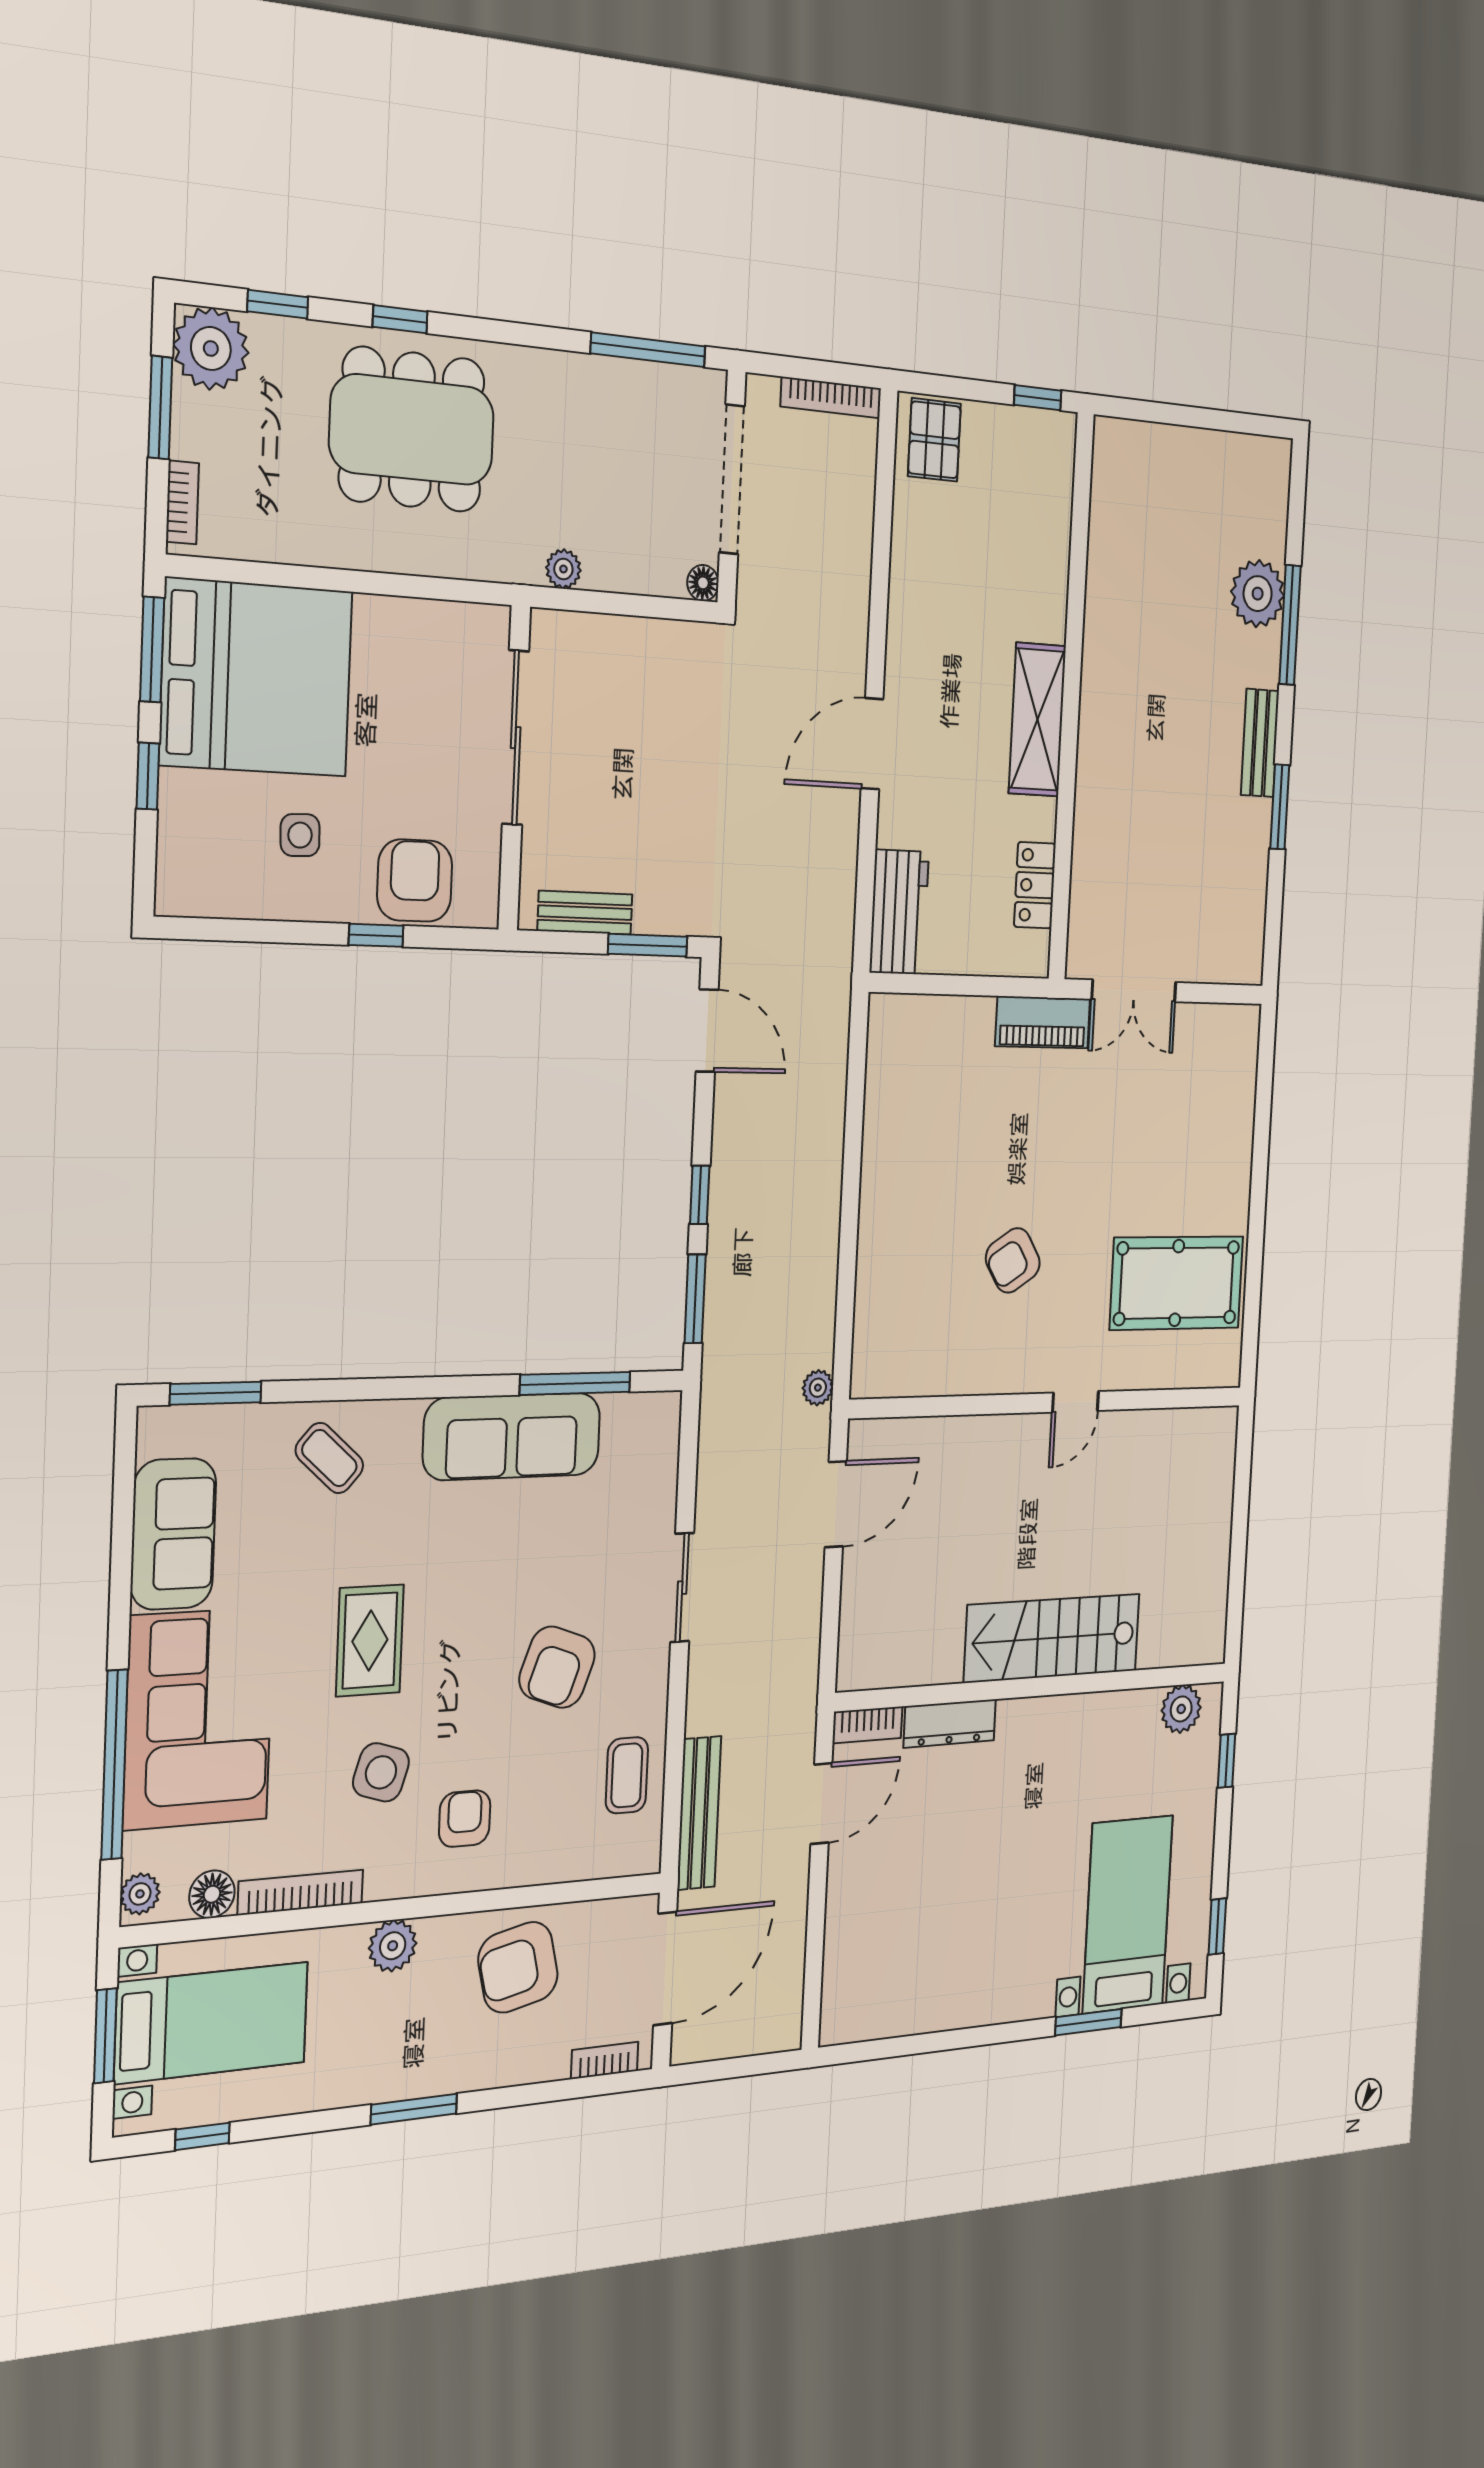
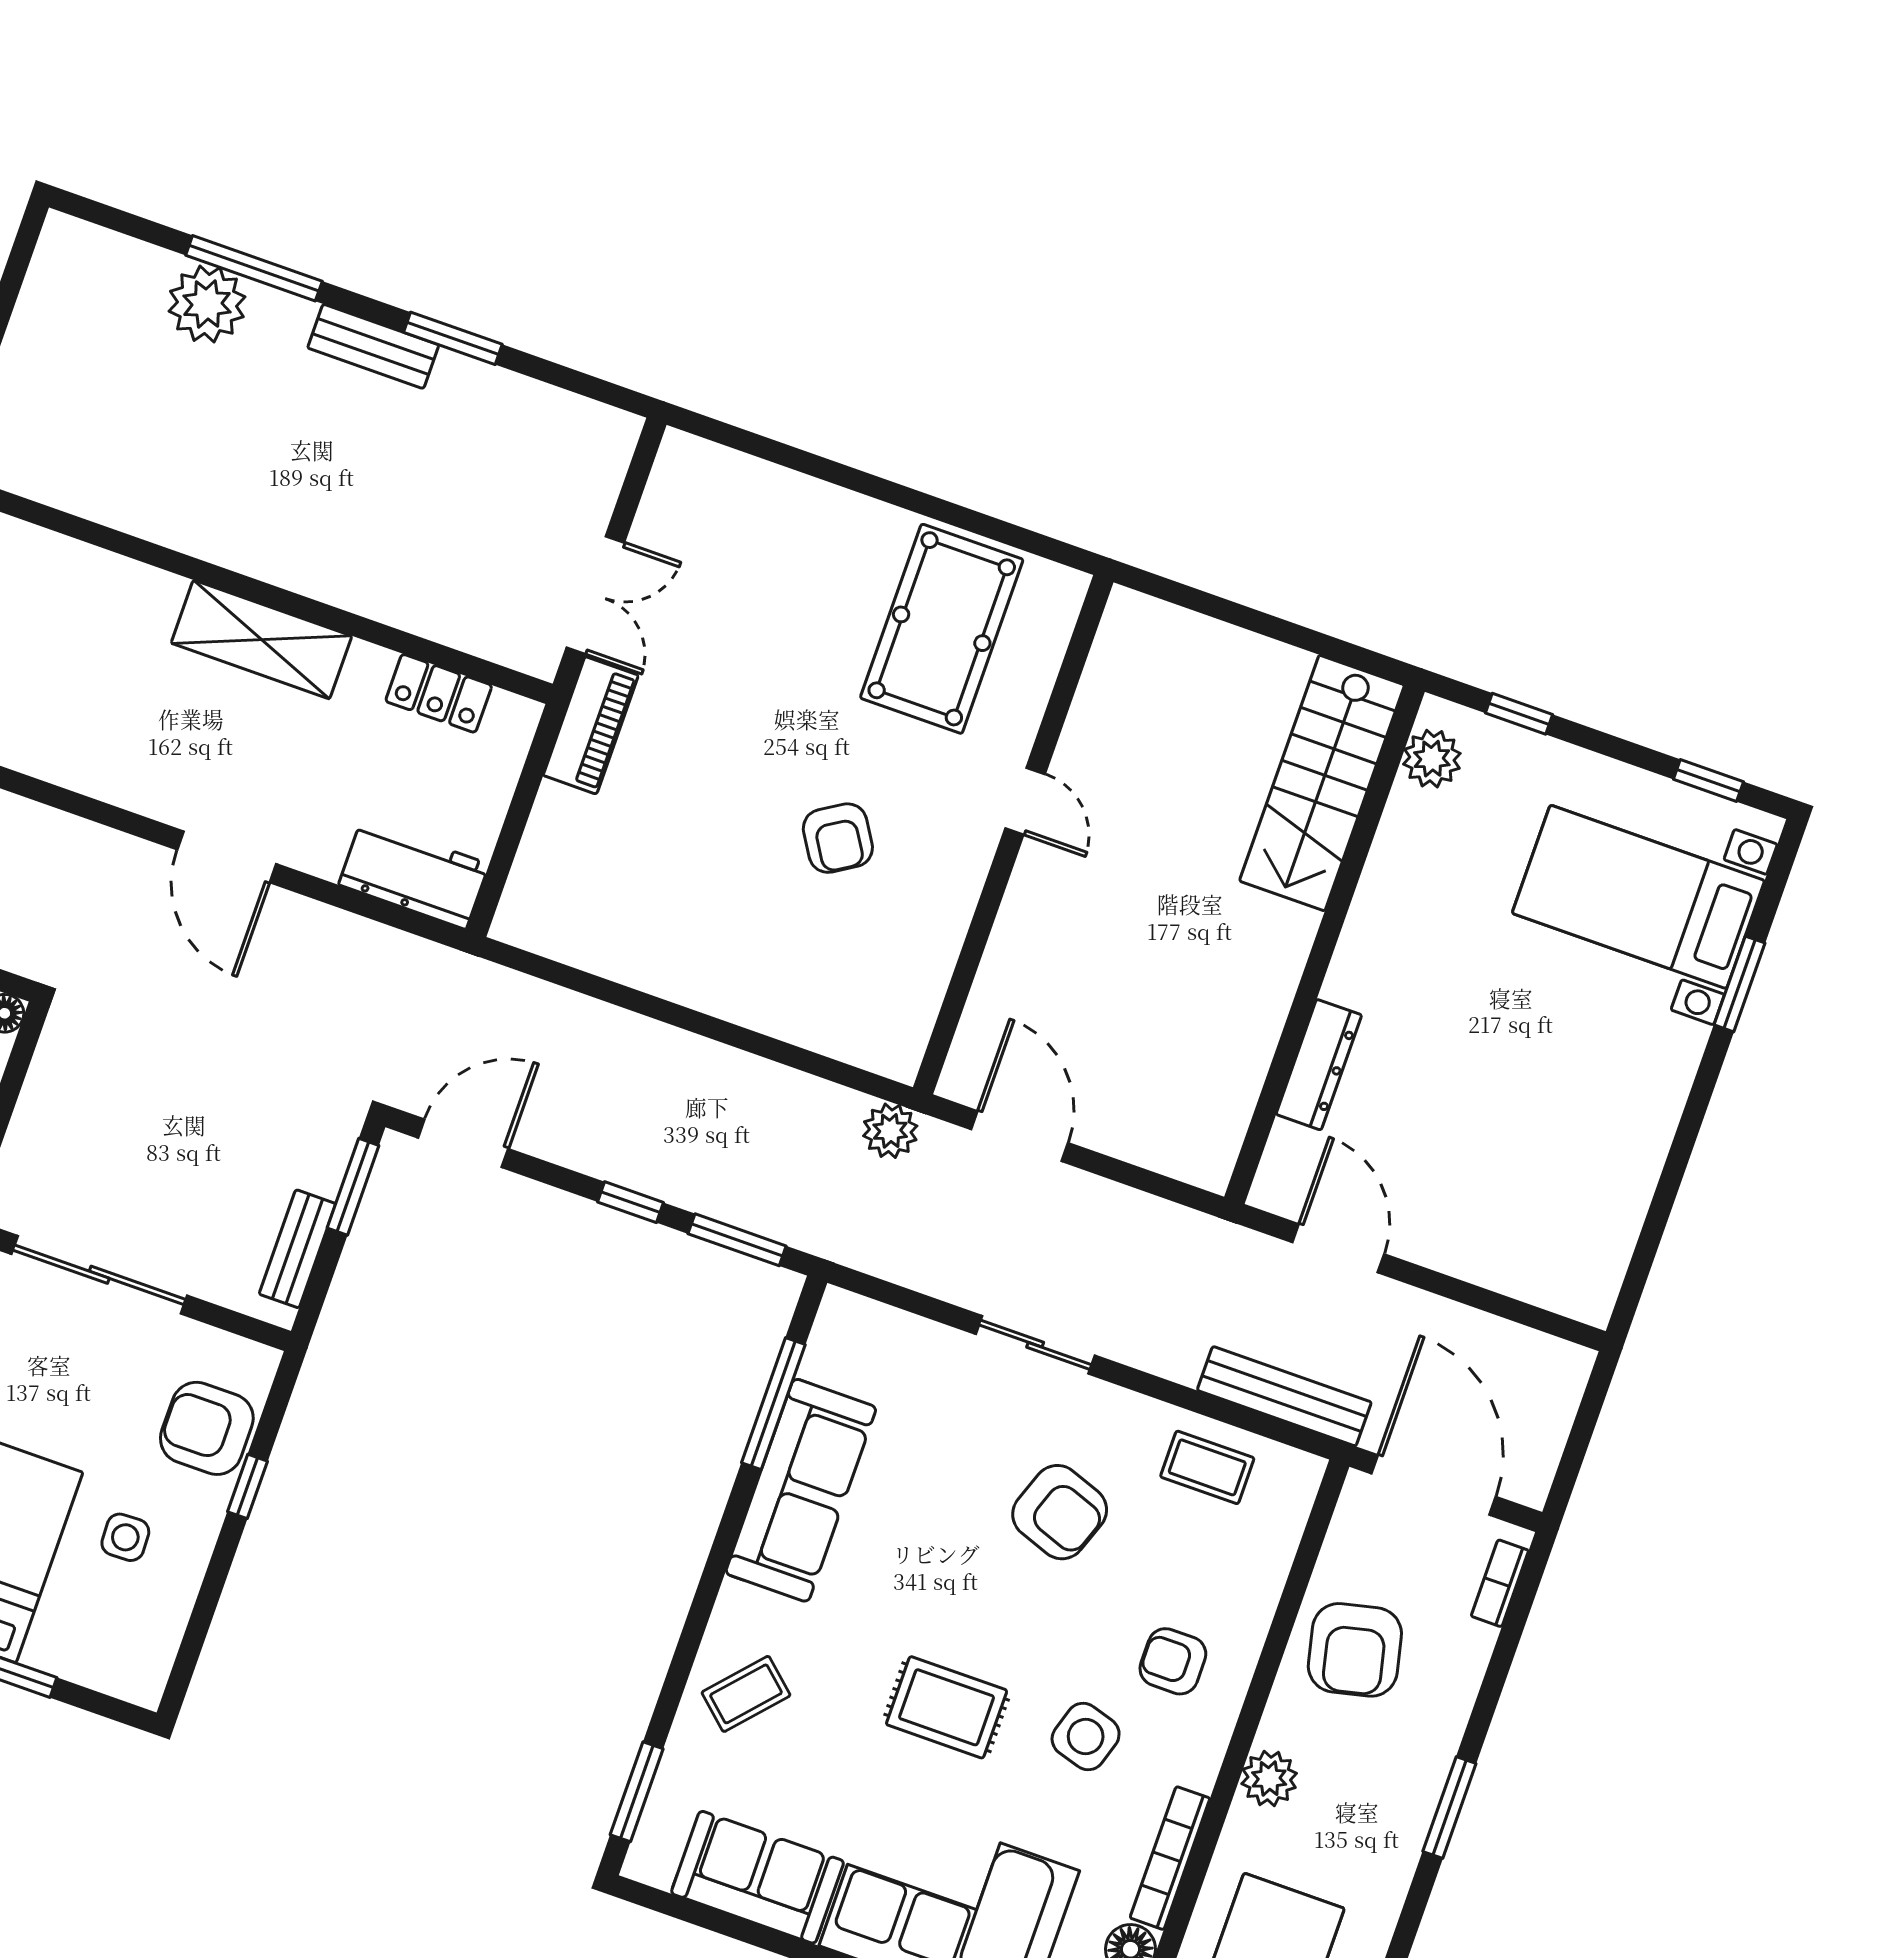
plant: (818, 1388) -> (890, 1131), width x1.38, depth x1.38
stairs: (1052, 1638) -> (1322, 783), moved
bookcase: (867, 1725) -> (1276, 1167), removed

